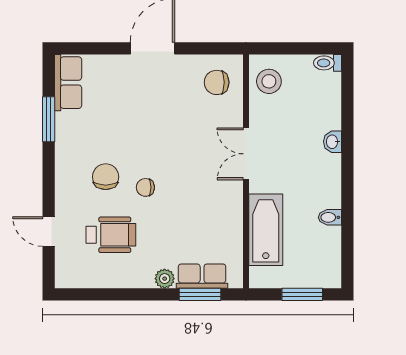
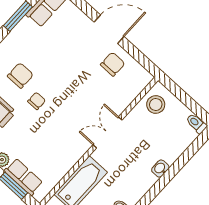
chair: (217, 82) -> (113, 64), moved, turned 90
chair: (145, 187) -> (37, 101), turned 90

